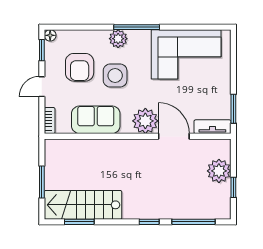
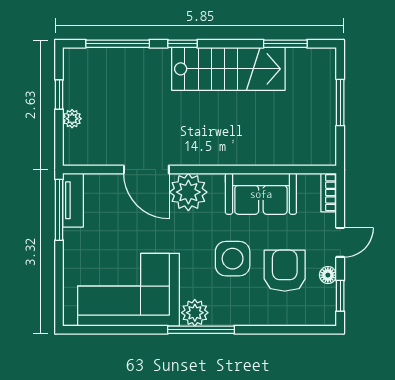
floor lamp: (50, 35) -> (328, 275), moved
plant: (118, 39) -> (195, 313), moved
window: (233, 109) -> (59, 210), width x1.44
tv unit: (212, 127) -> (73, 200), moved, turned -90
plant: (219, 171) -> (72, 119), width x0.53, depth x0.53
stairs: (83, 205) -> (228, 69), moved

